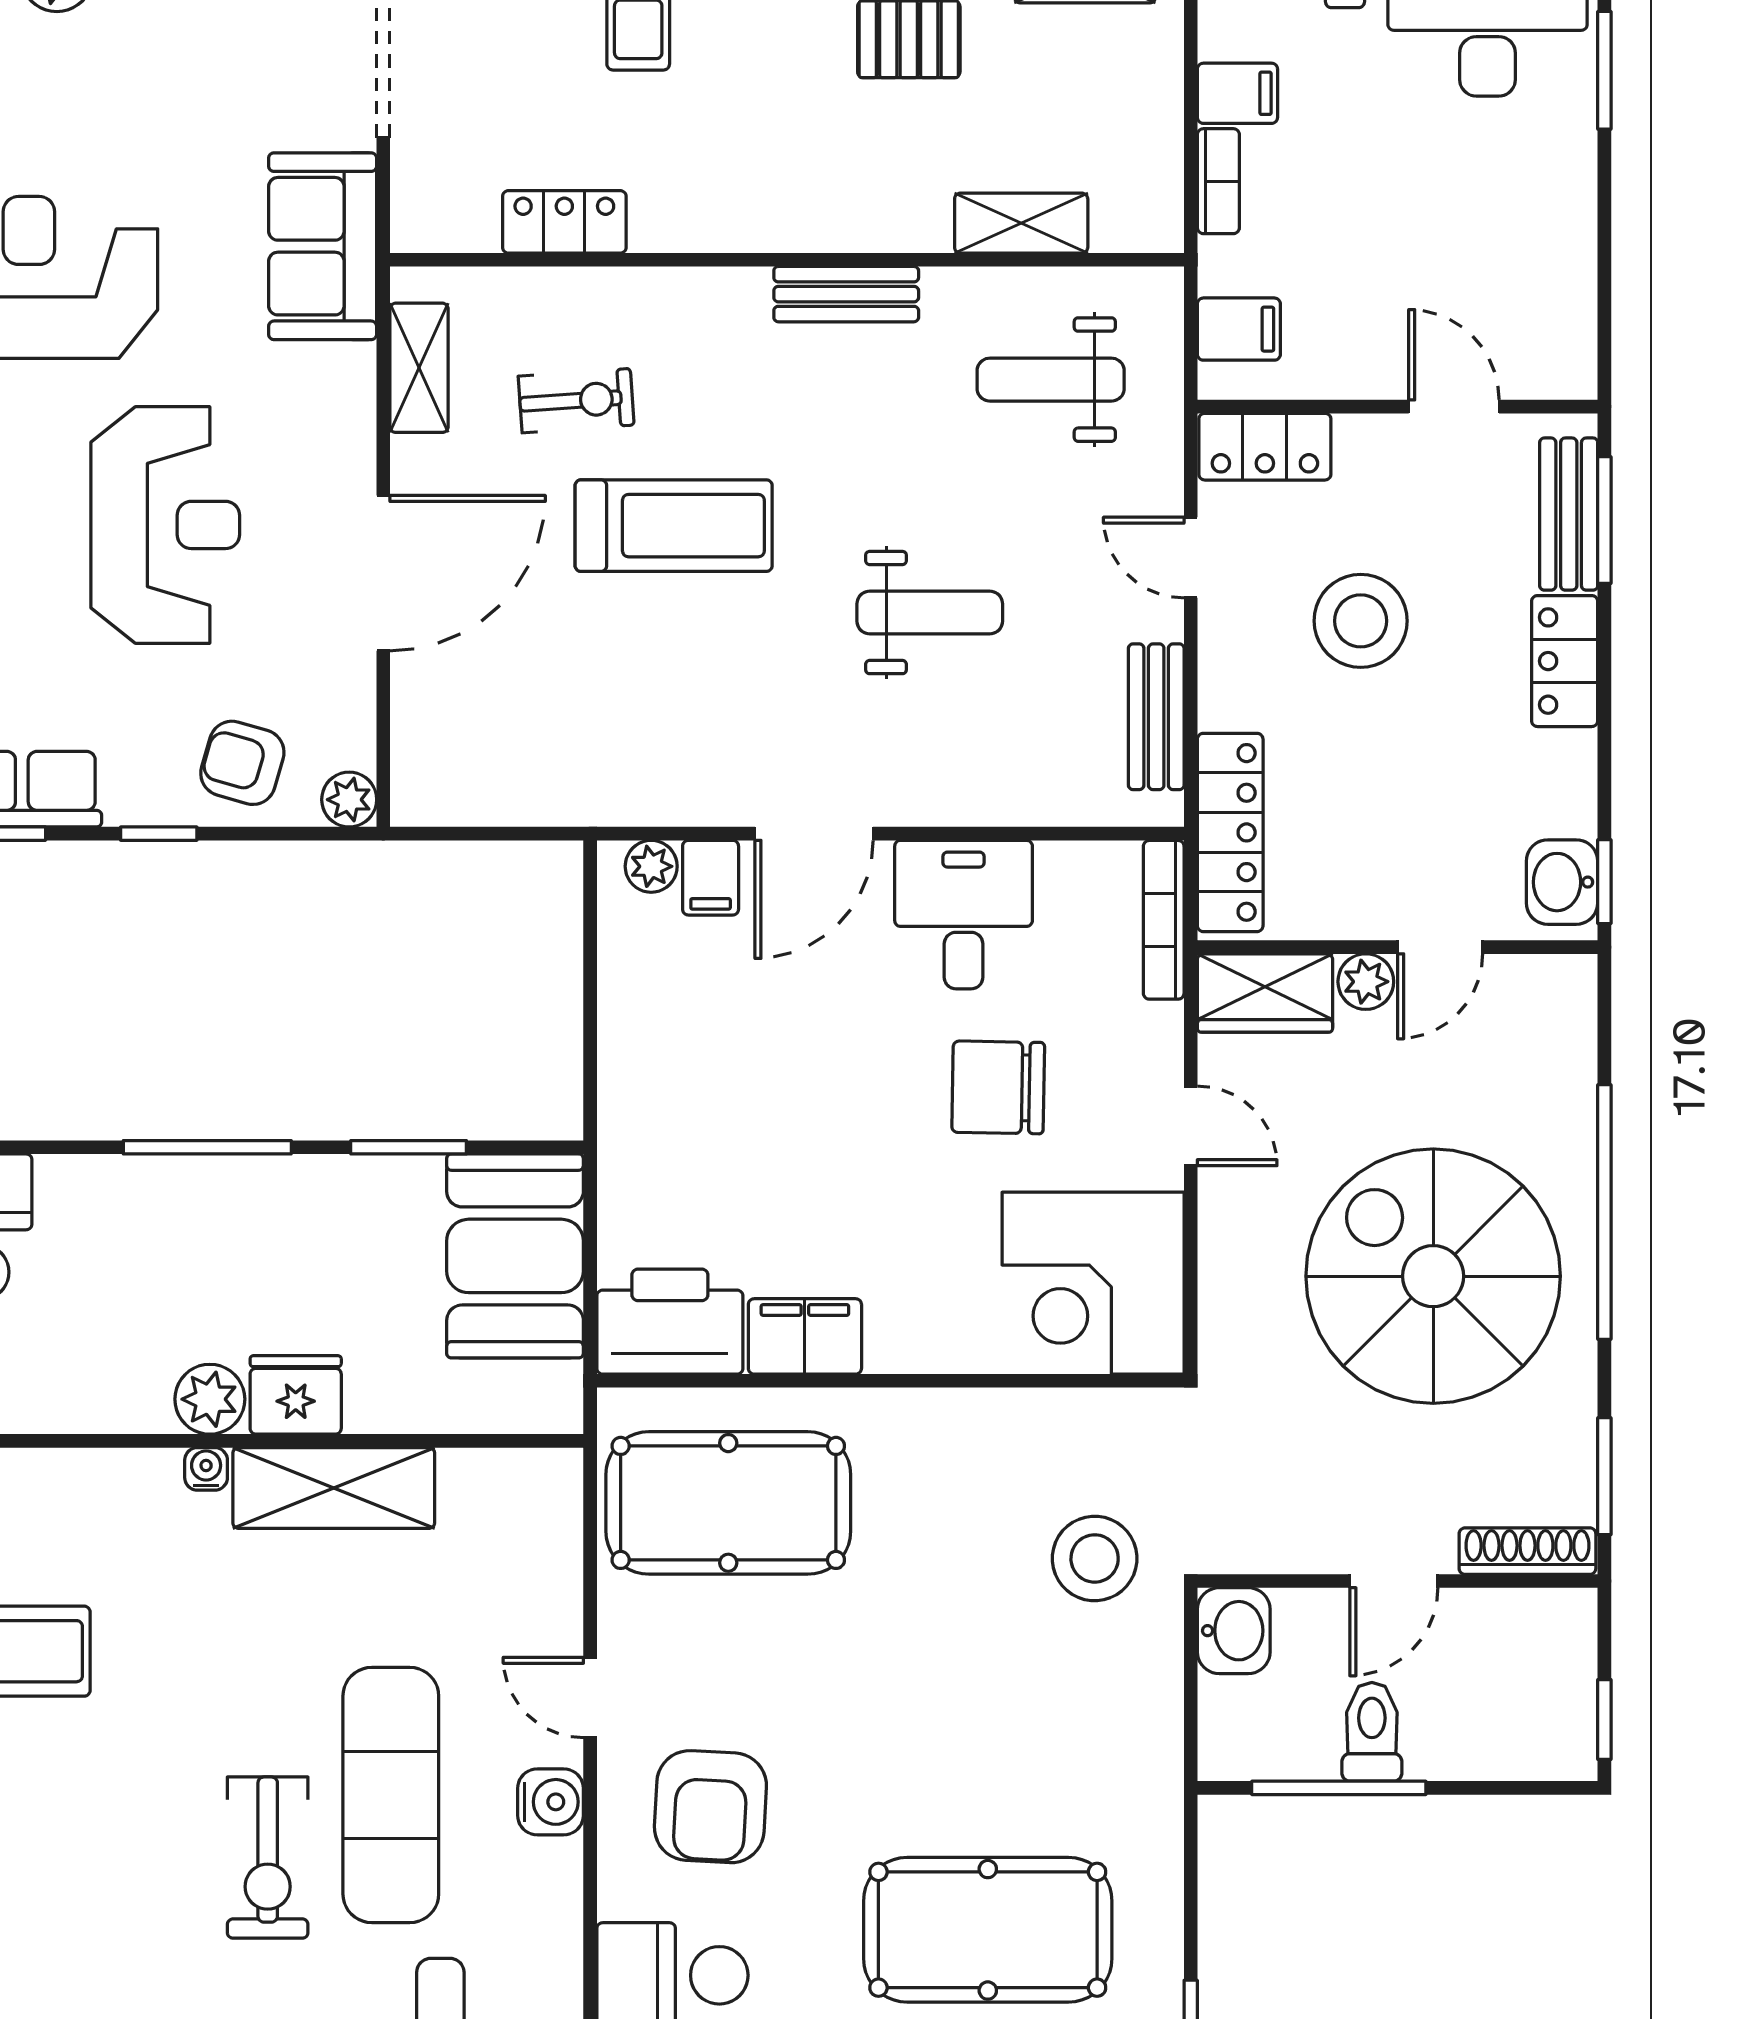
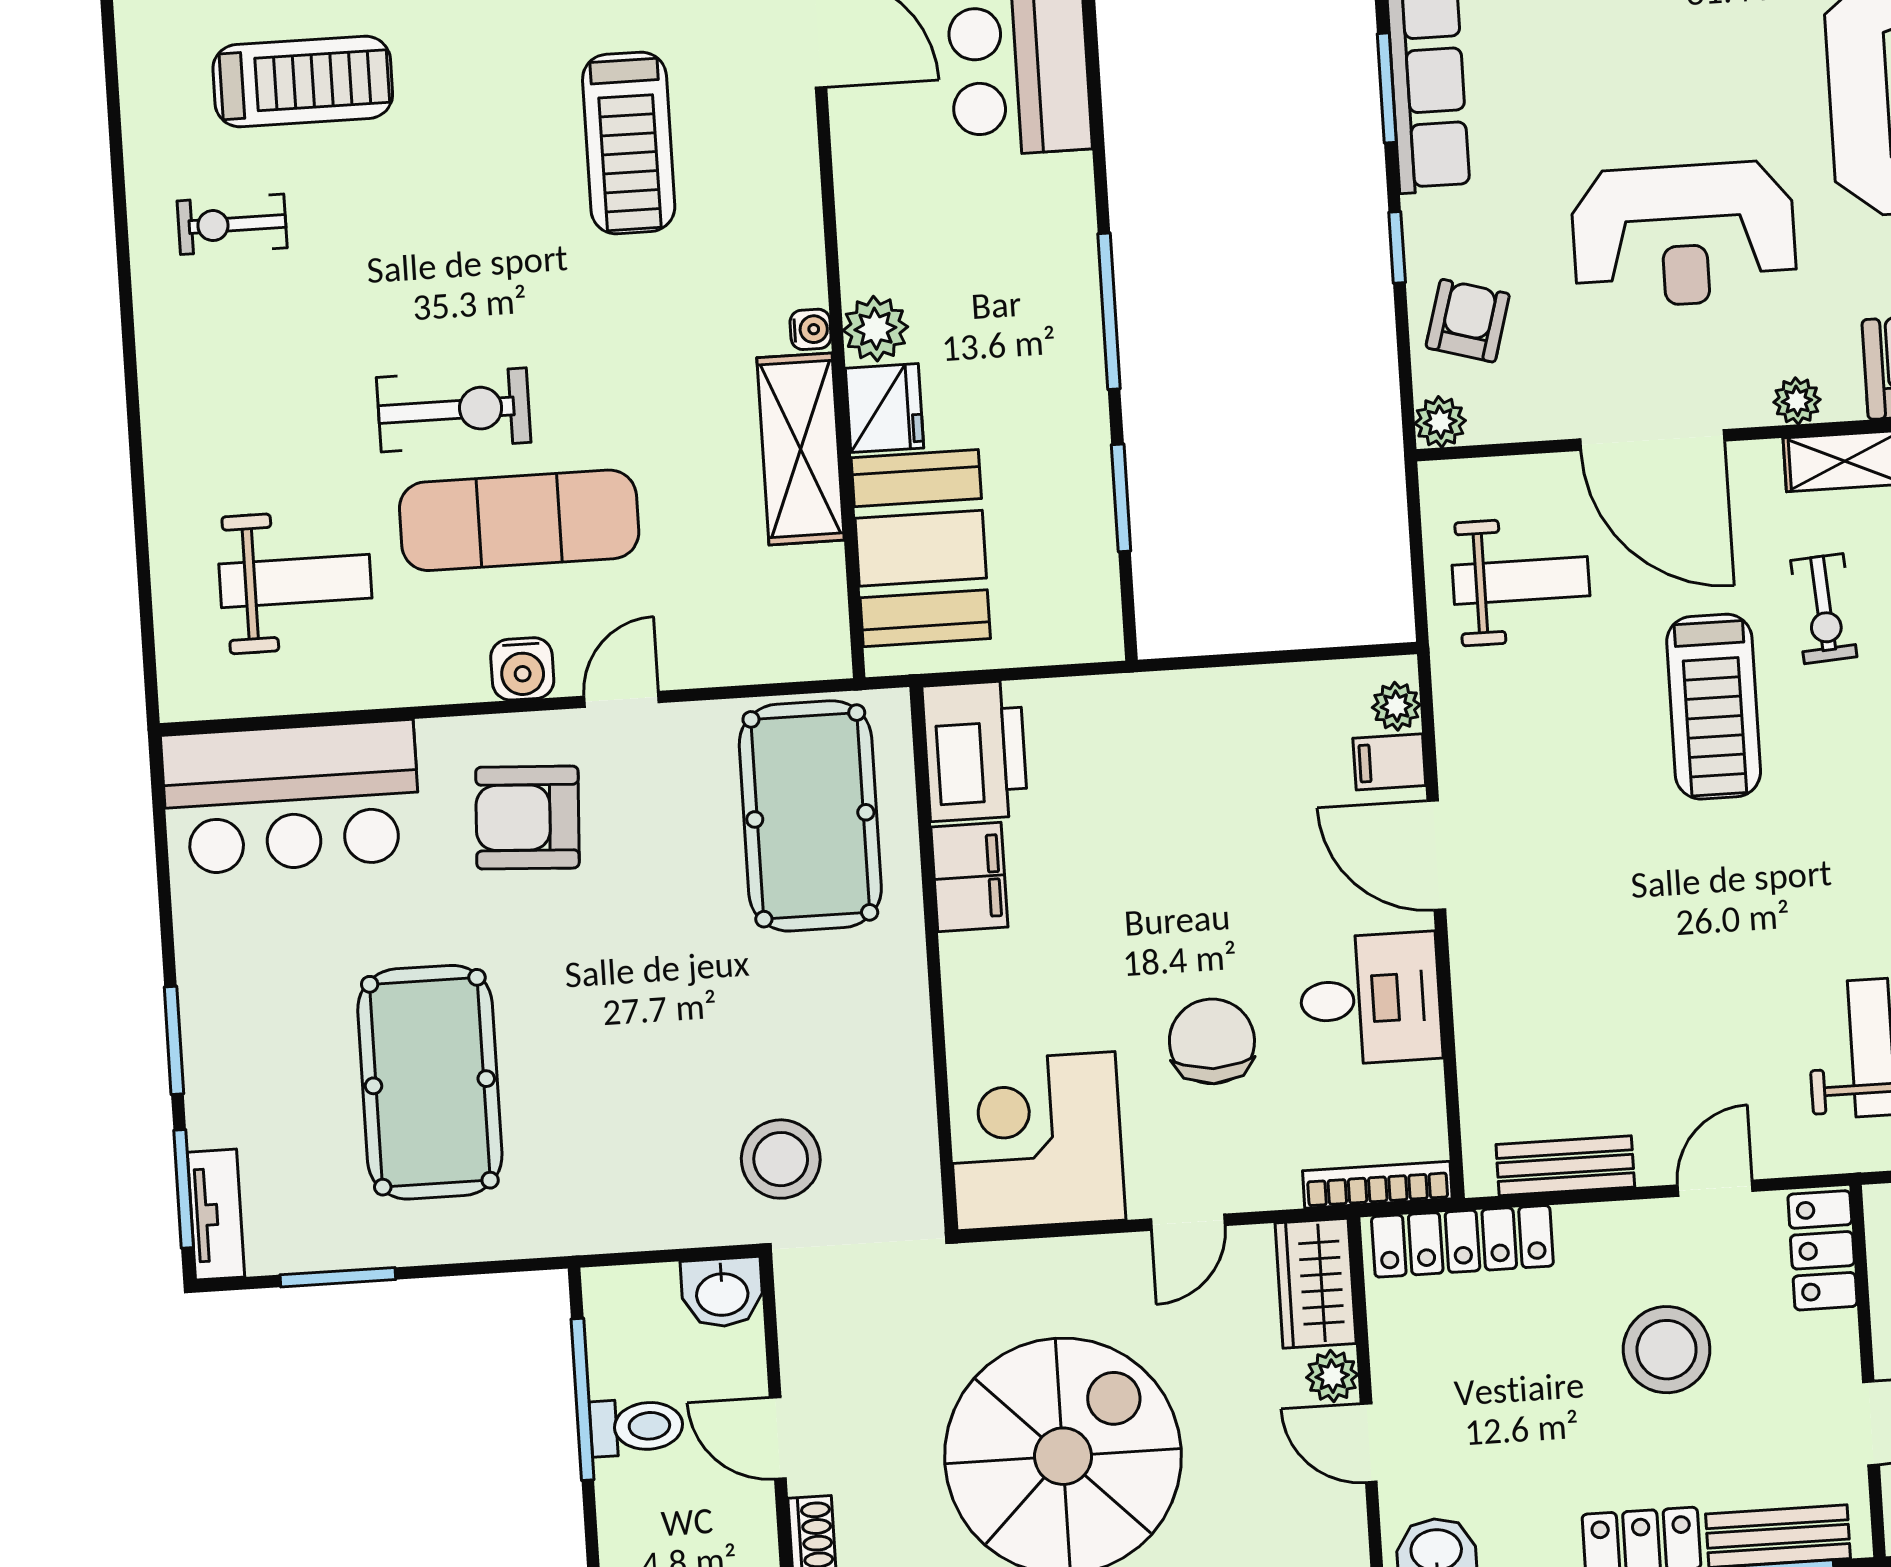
plant: (351, 415) -> (1797, 401), added
weight bench: (930, 613) -> (1521, 580), moved, turned -90
booth: (515, 1256) -> (921, 548), moved, turned 90
exercise bike: (268, 1858) -> (454, 410), turned 180

